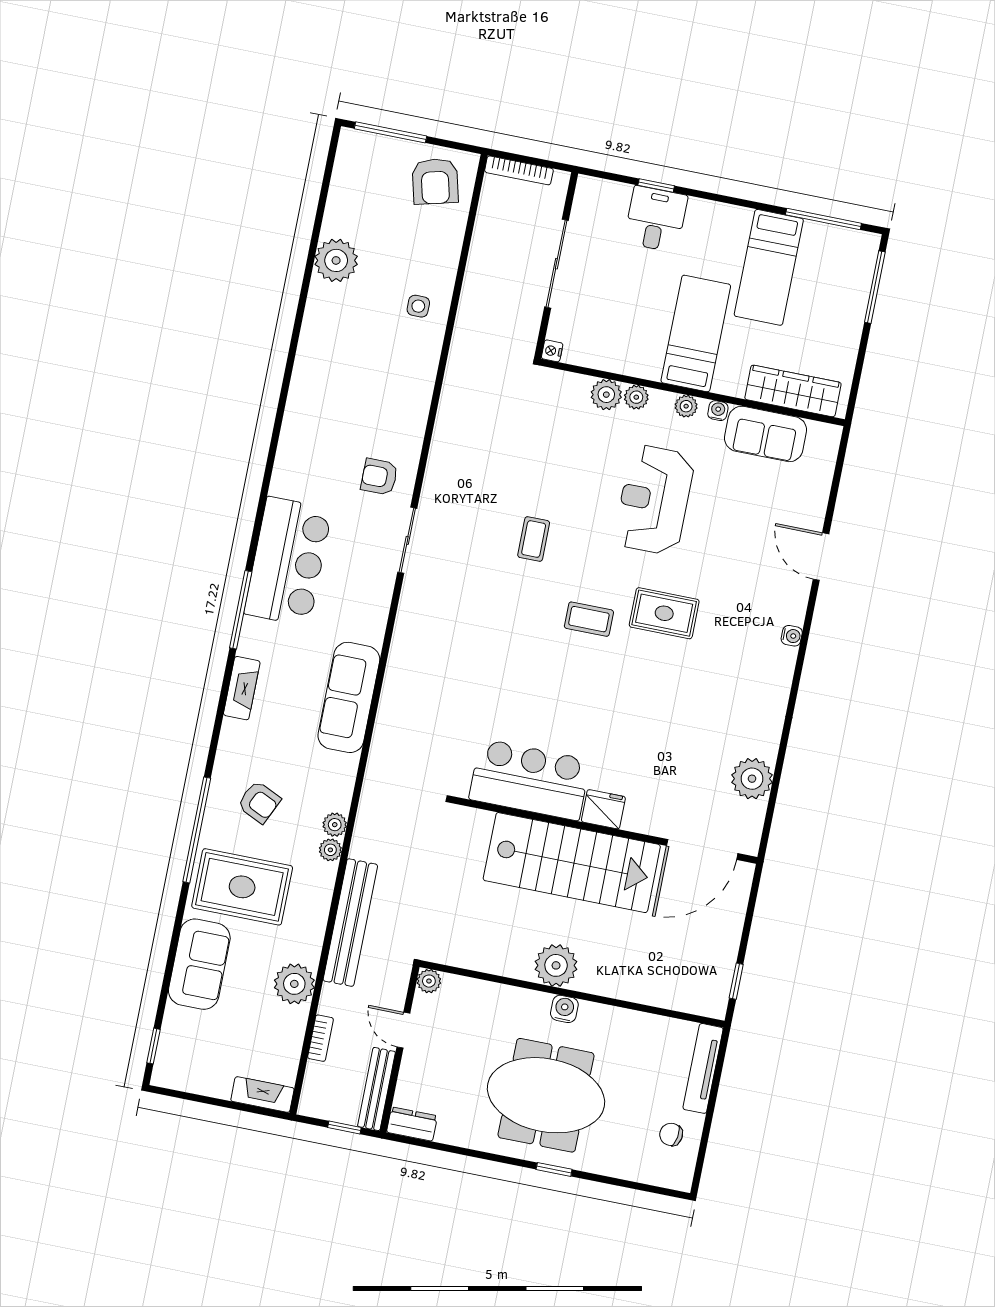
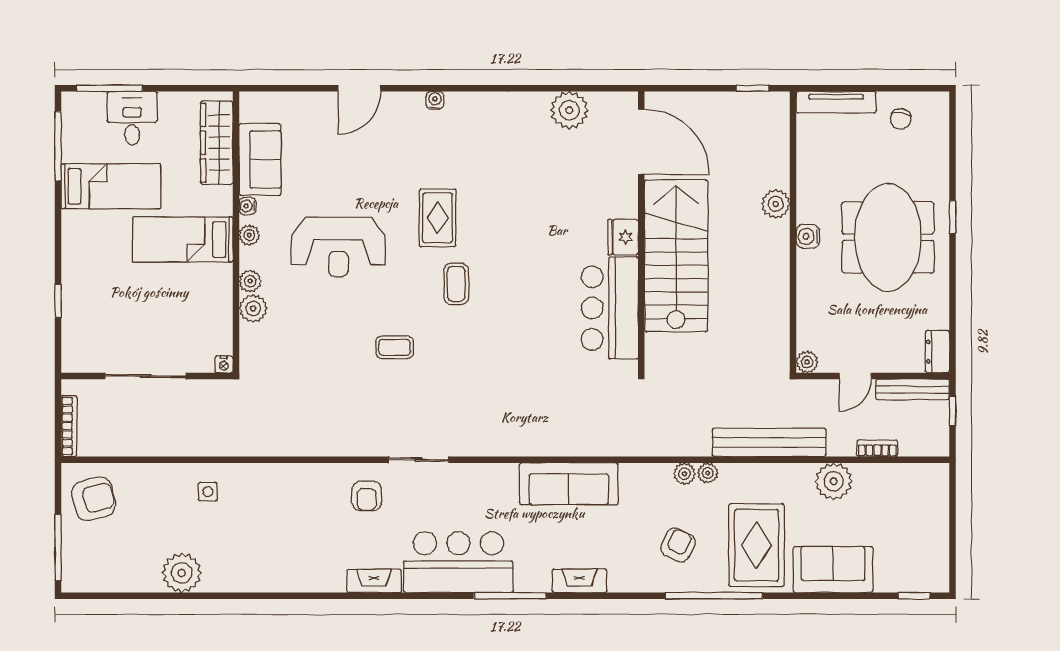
desk: (656, 219) -> (132, 118), moved, turned 90
plant: (556, 965) -> (776, 204), moved, width x0.73, depth x0.73
fireplace: (262, 1095) -> (374, 581), moved, turned 90

